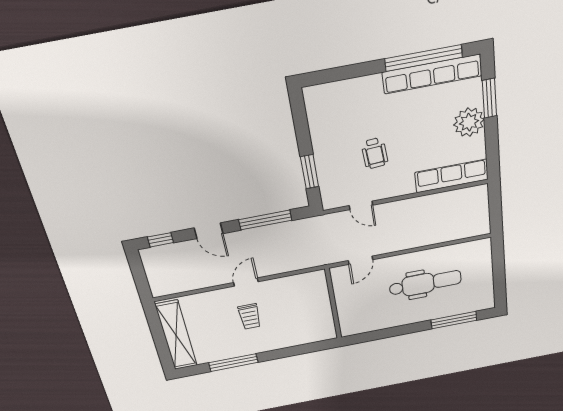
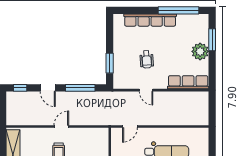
row of seats: (432, 74) -> (150, 20), moved
door: (361, 205) -> (146, 90), moved

